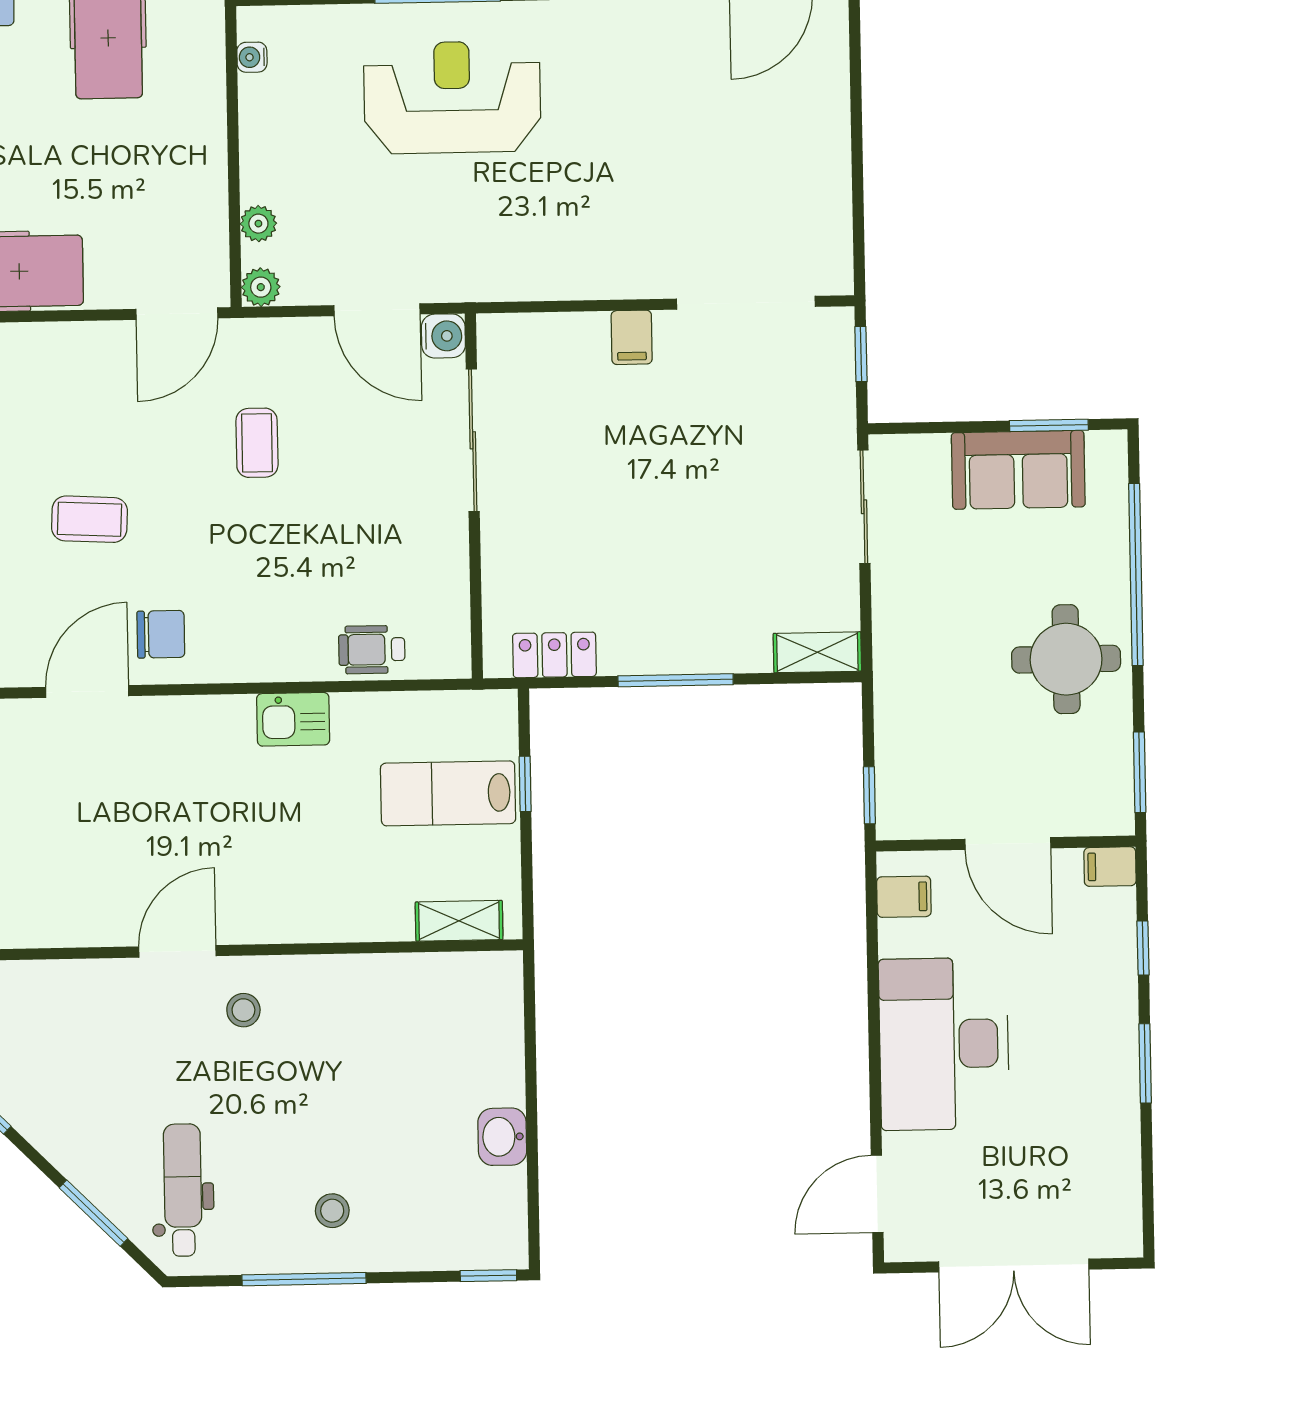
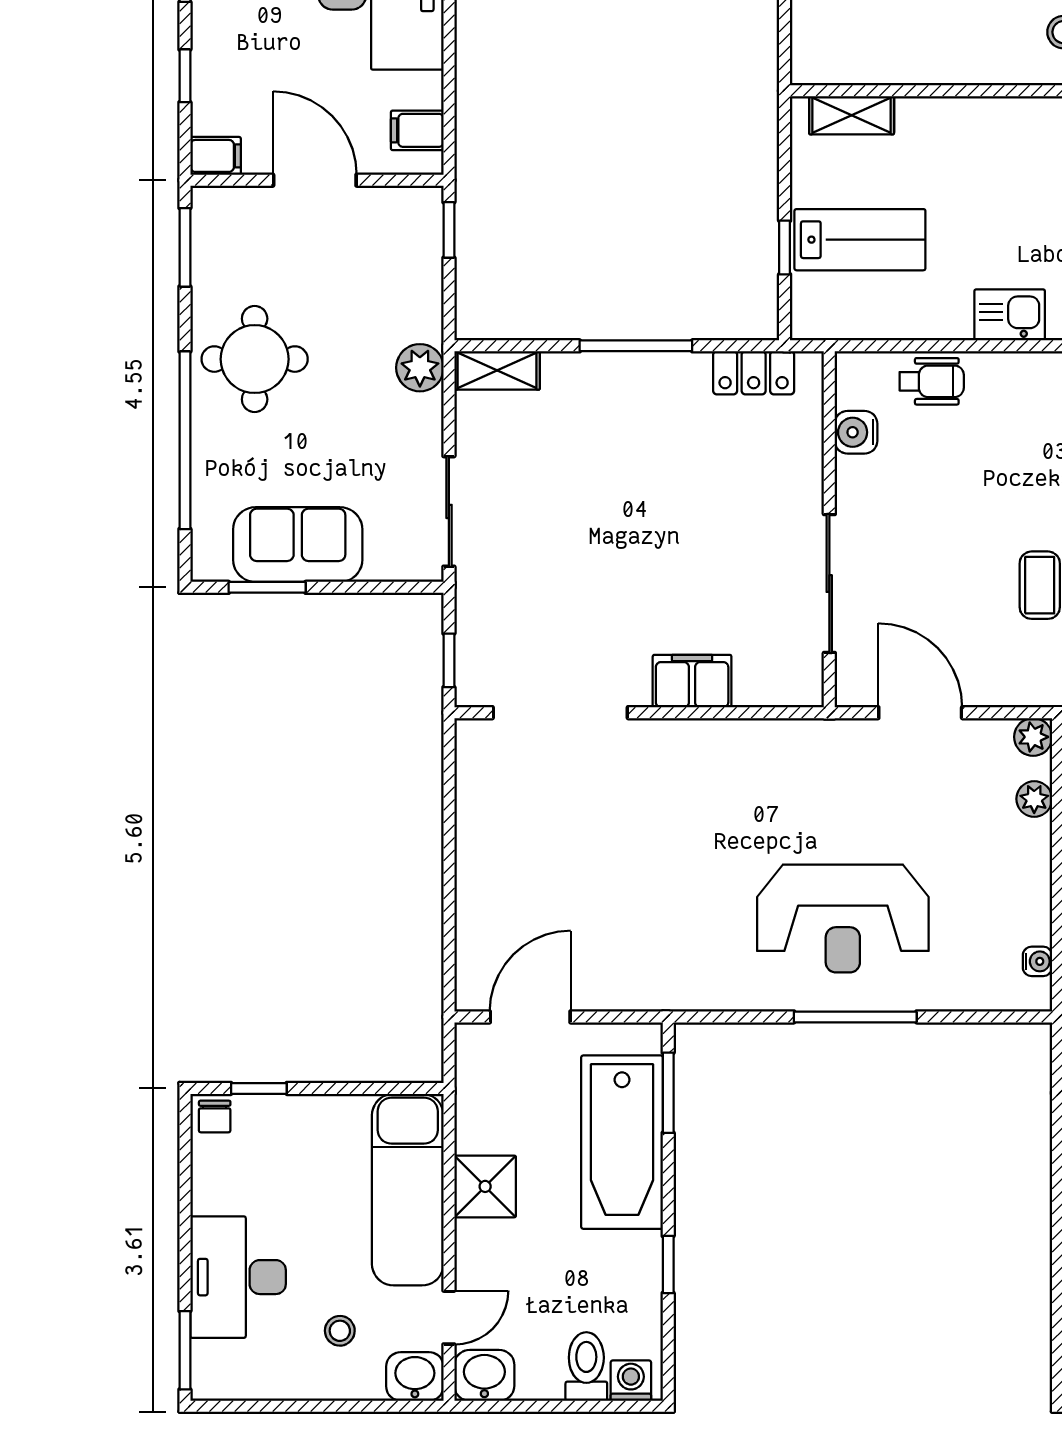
water cooler: (443, 336) -> (856, 432), moved
filing cabinet: (632, 337) -> (692, 681), width x2.00
plant: (897, 653) -> (420, 368), added

